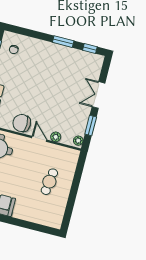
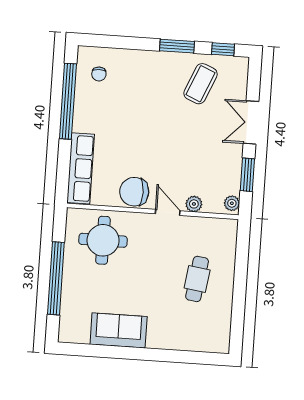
coffee table: (73, 66) -> (200, 84), added

